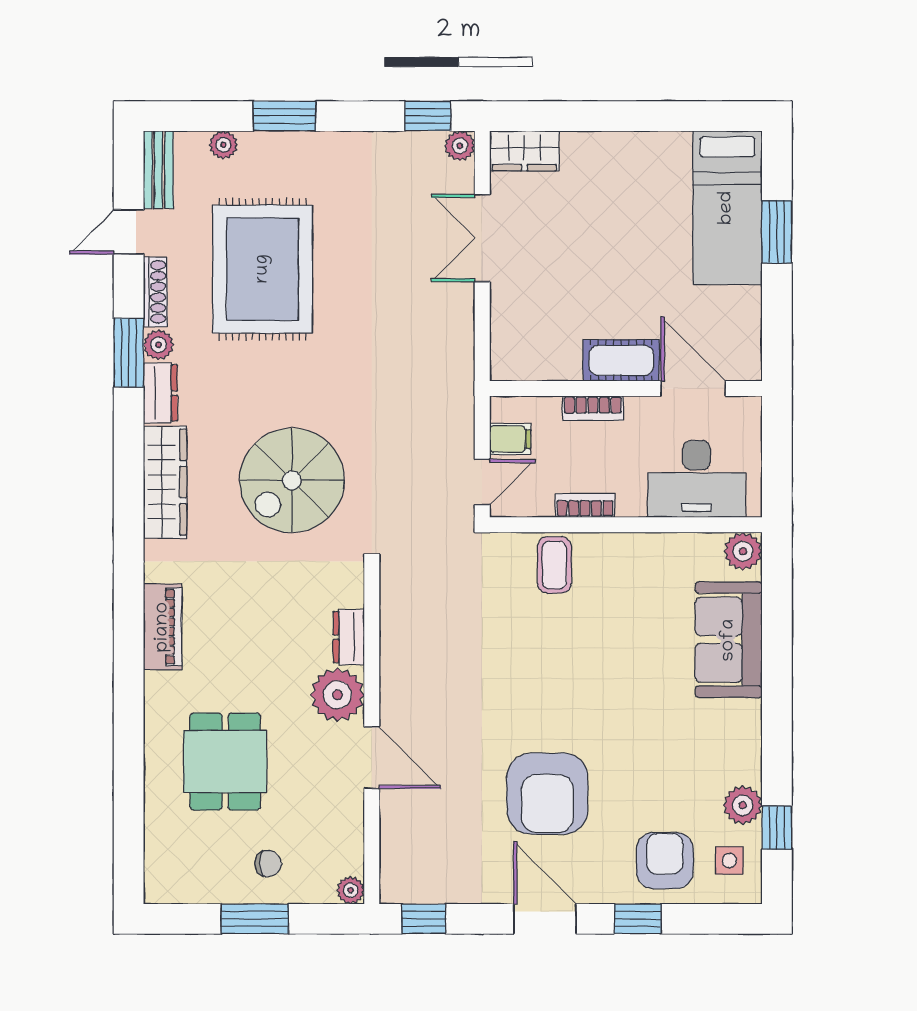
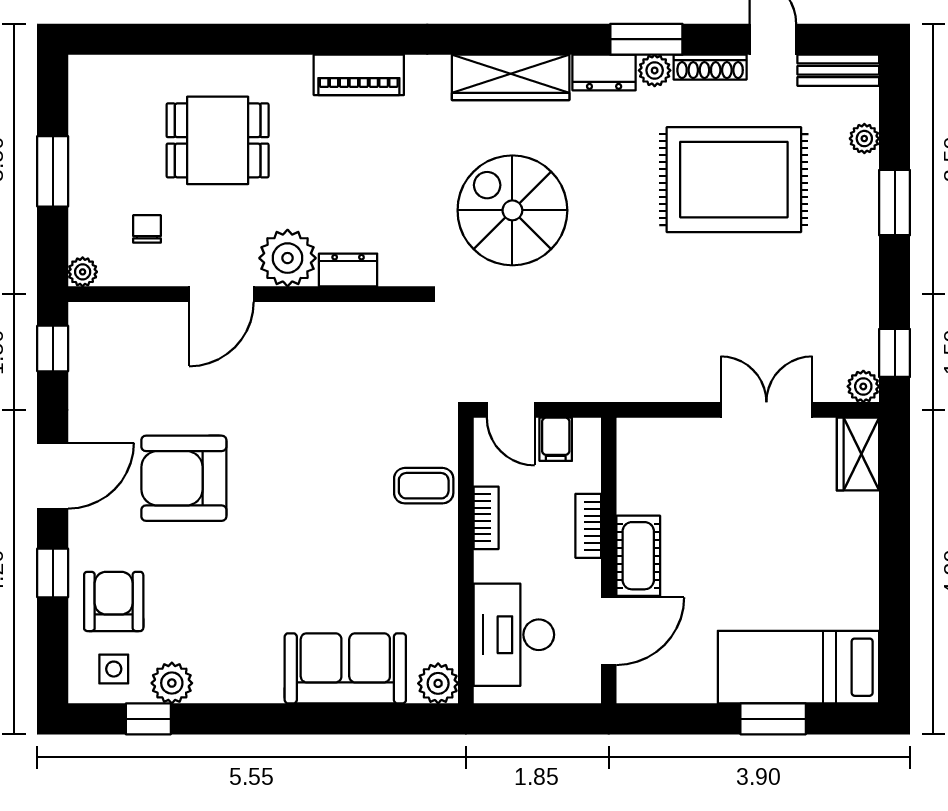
armchair: (665, 861) -> (114, 601), turned -90
chair: (268, 864) -> (147, 229), moved, turned 180

